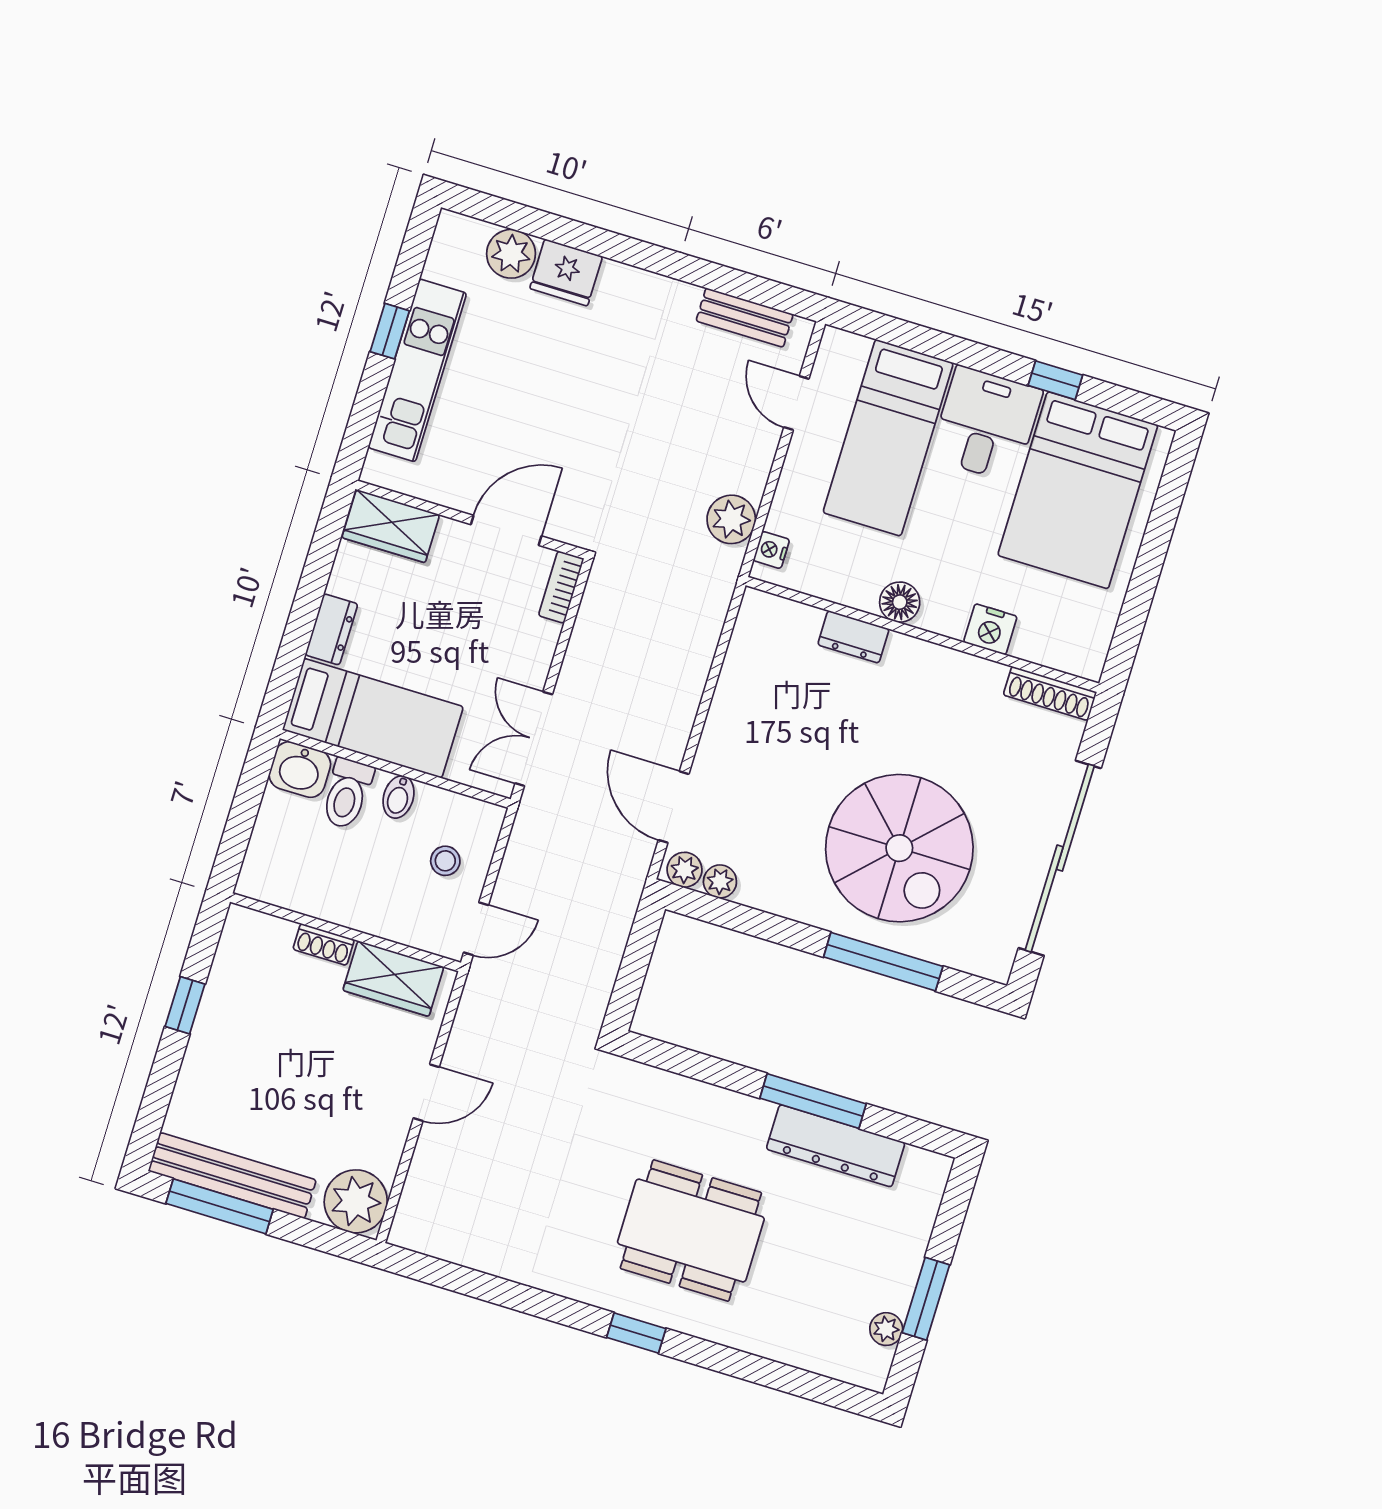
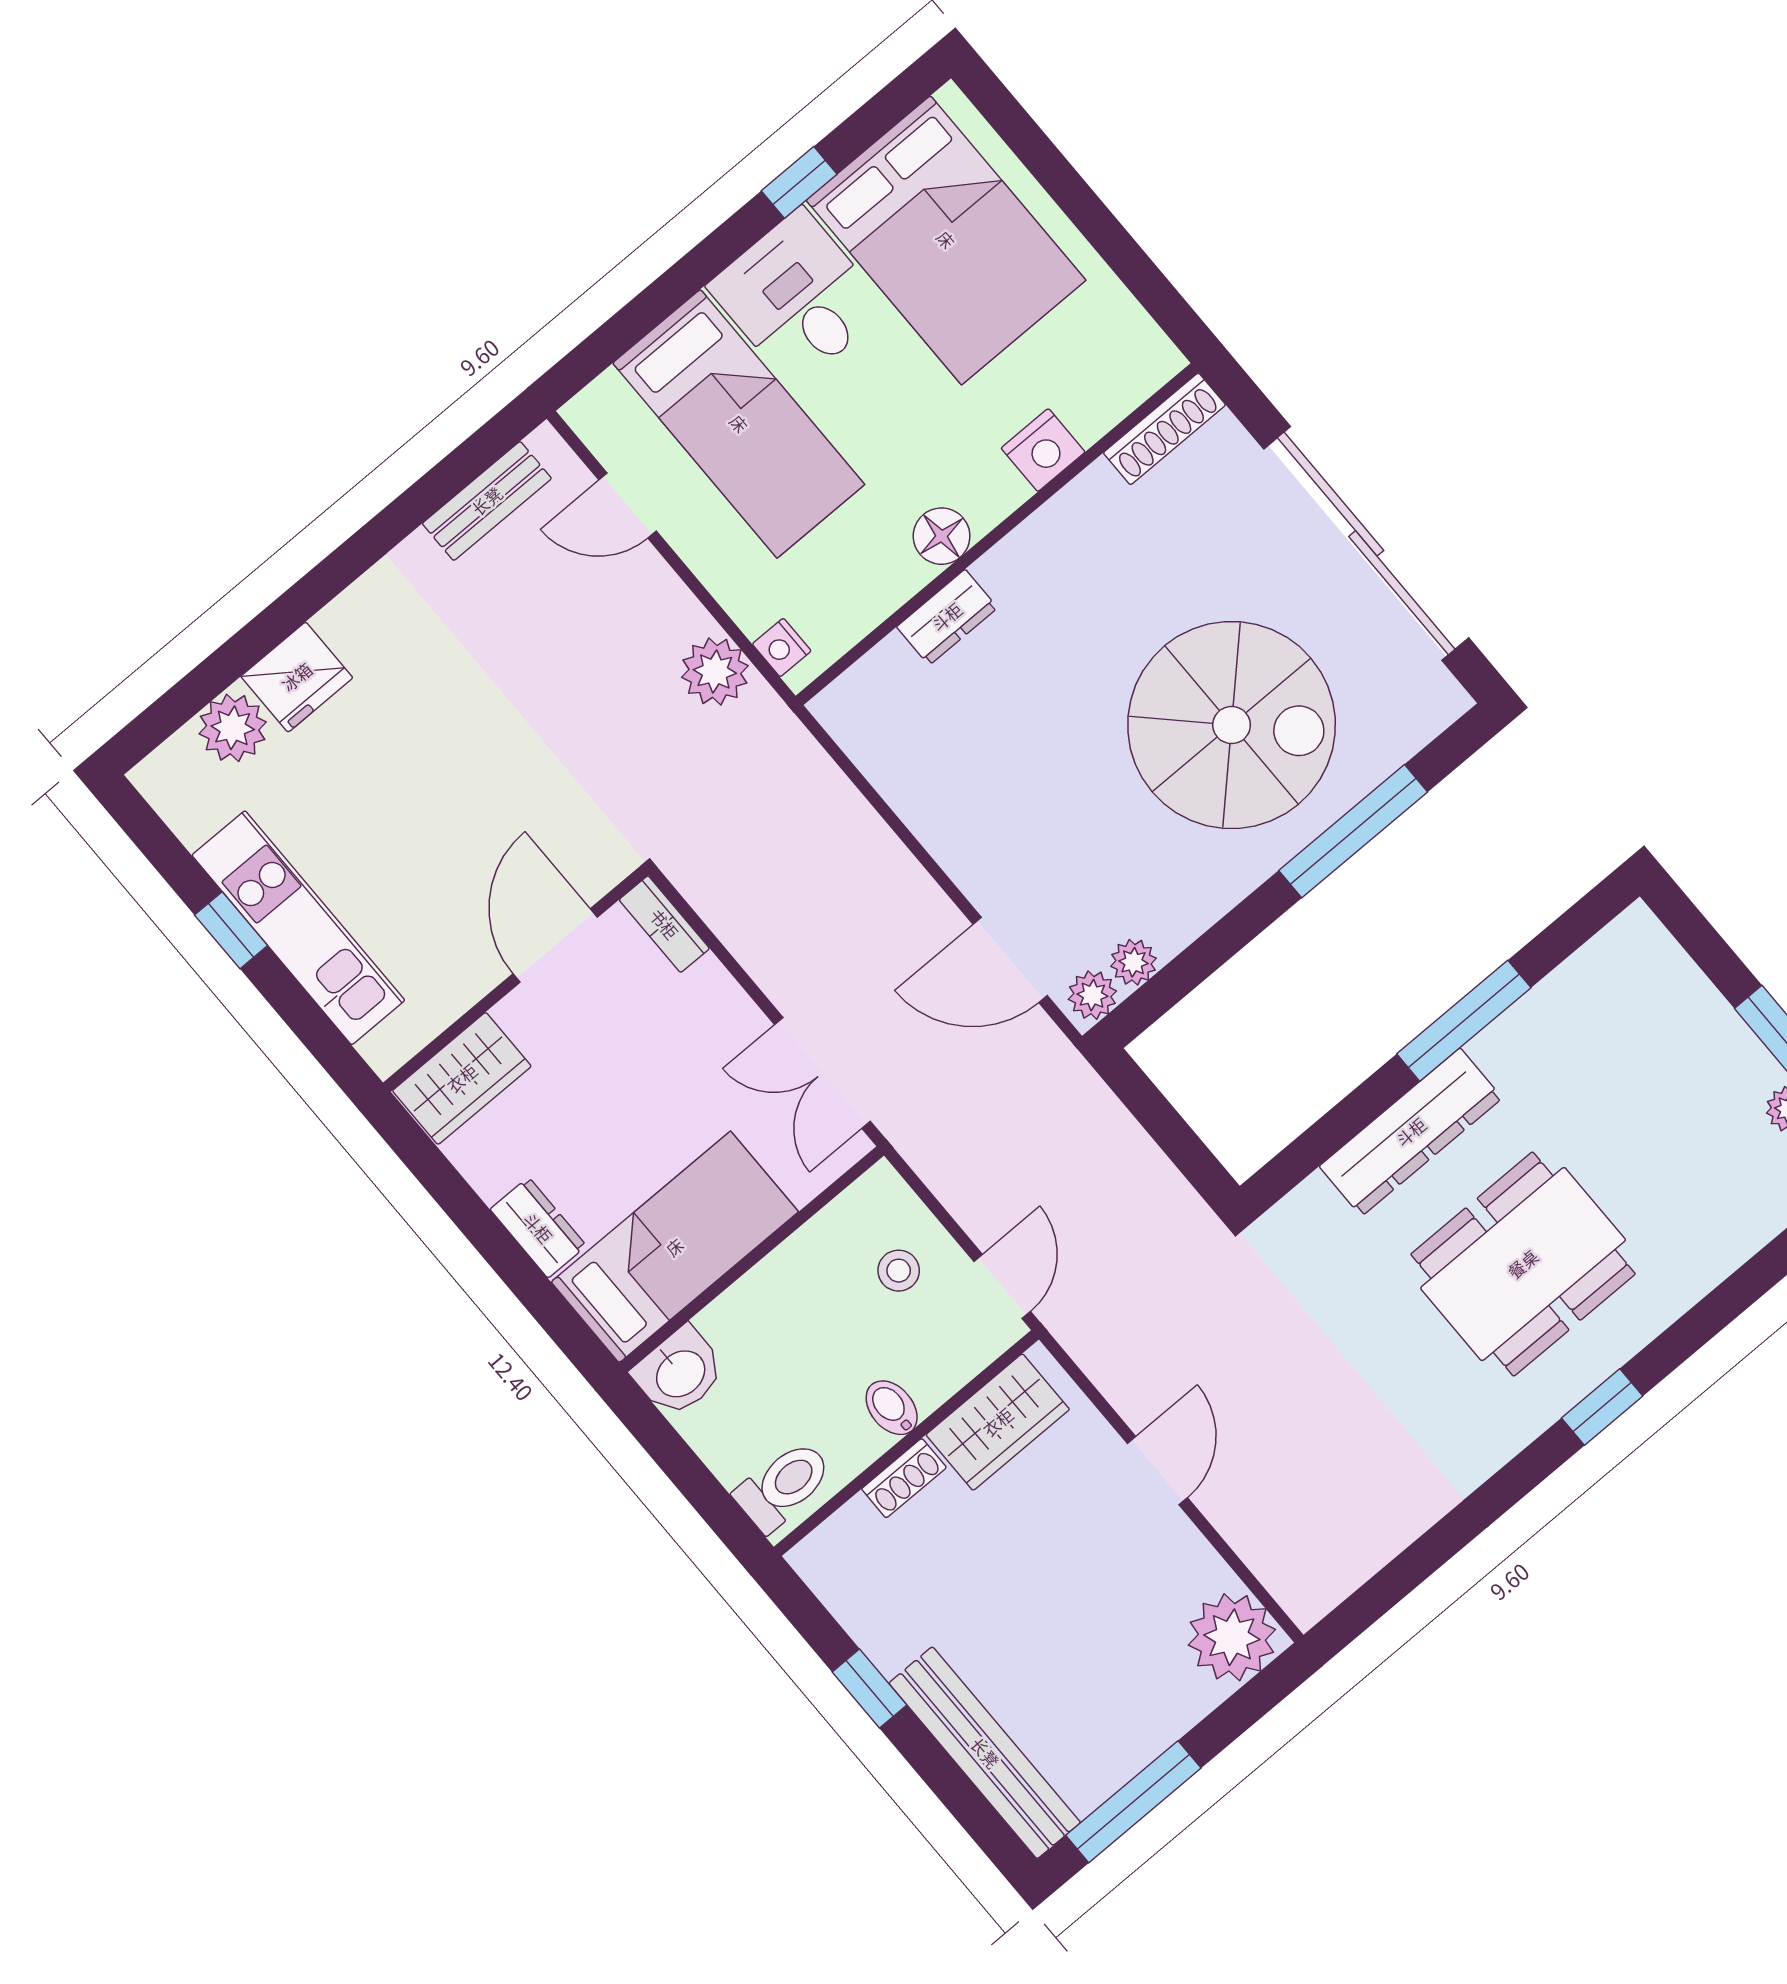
toilet: (347, 793) -> (784, 1486), moved, turned -90
bidet: (399, 797) -> (892, 1408), moved, turned 180
dresser: (836, 1146) -> (1411, 1132), moved
bench: (232, 1176) -> (985, 1753), moved, turned 90

